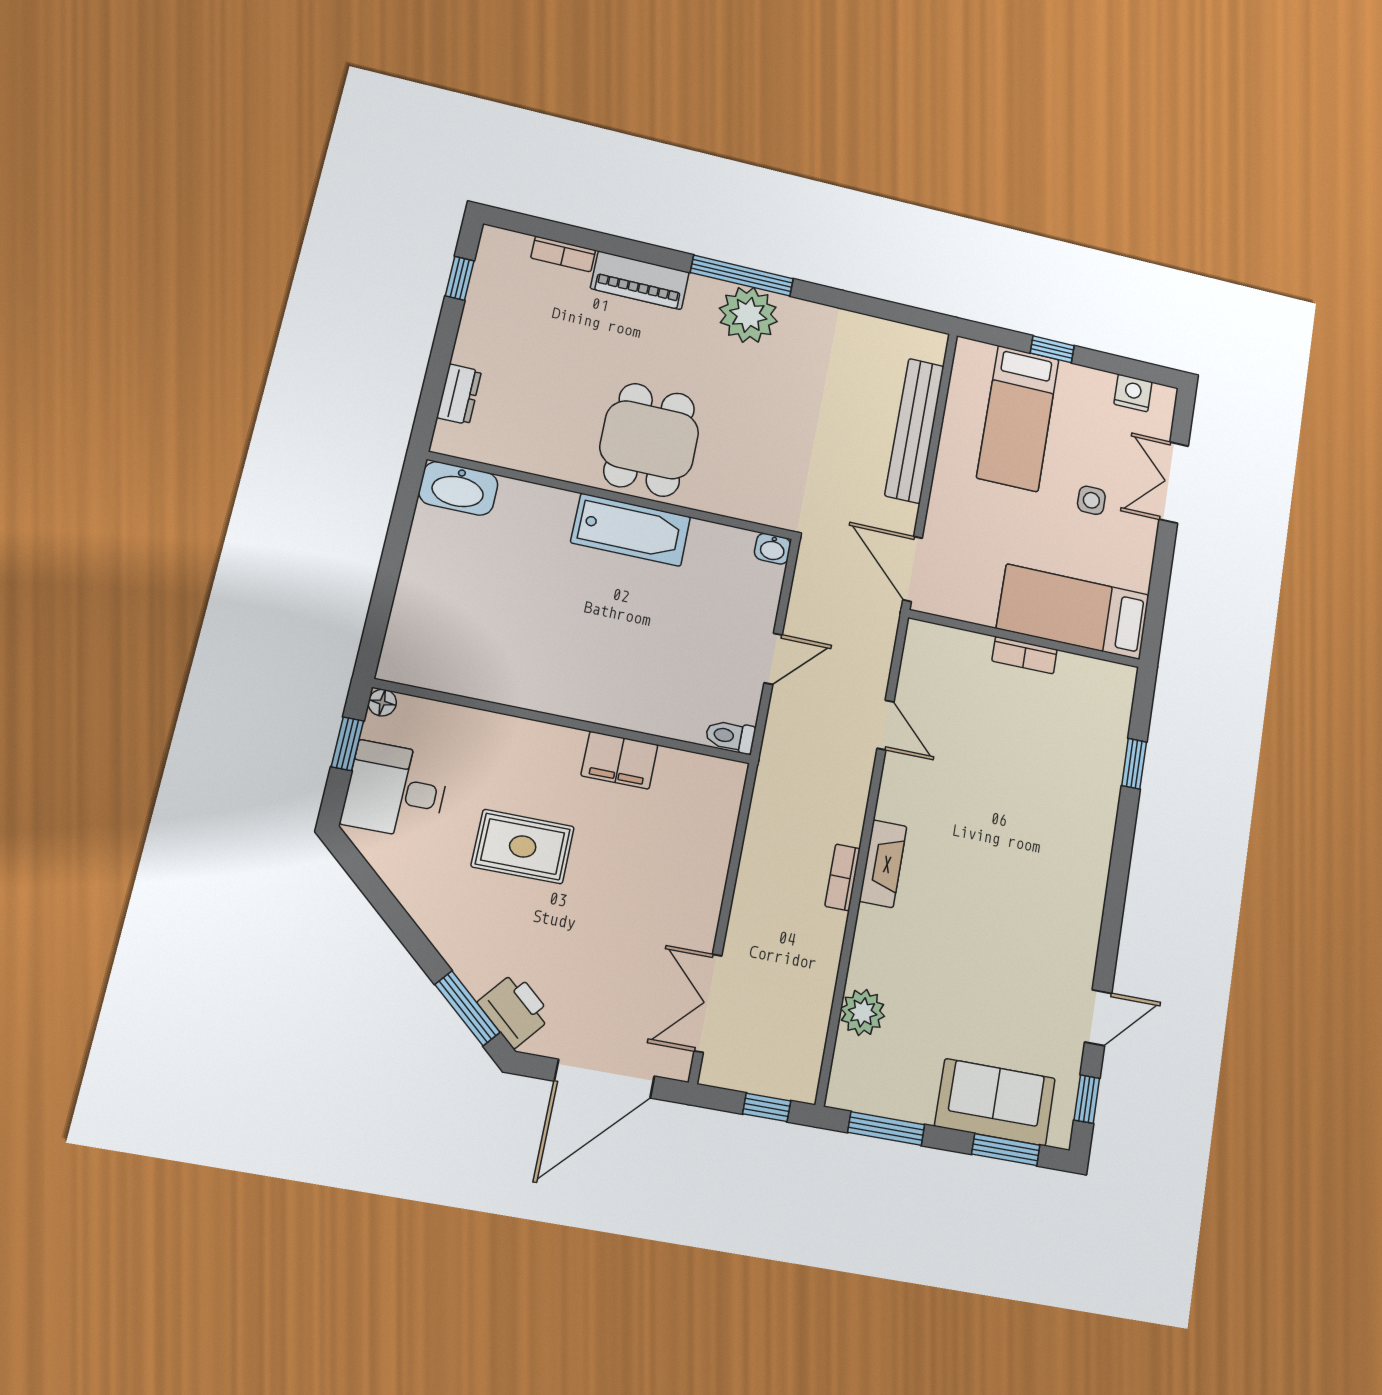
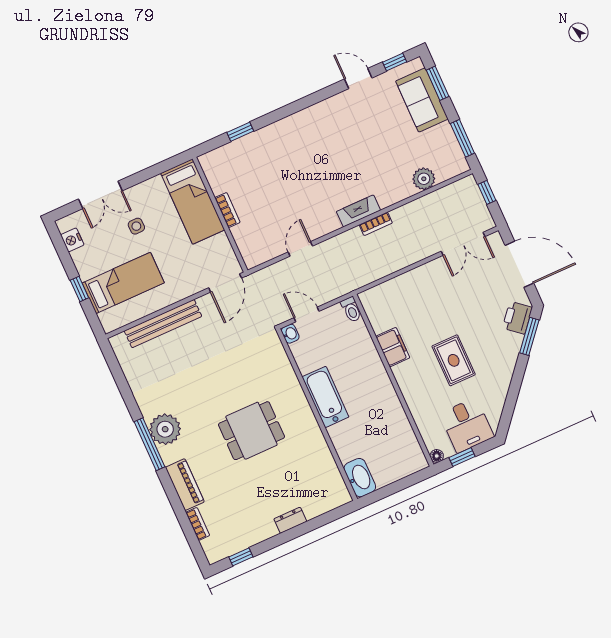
washbasin: (458, 488) -> (360, 478), moved
wall: (612, 496) -> (317, 415), moved
bathtub: (631, 530) -> (325, 397), moved
washbasin: (773, 549) -> (290, 334), moved

